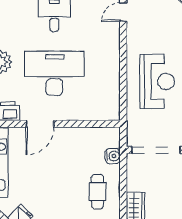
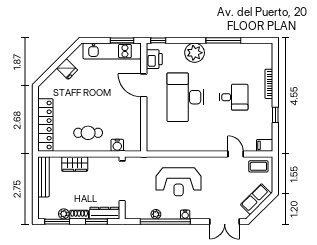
desk: (54, 73) -> (185, 97), turned 180

